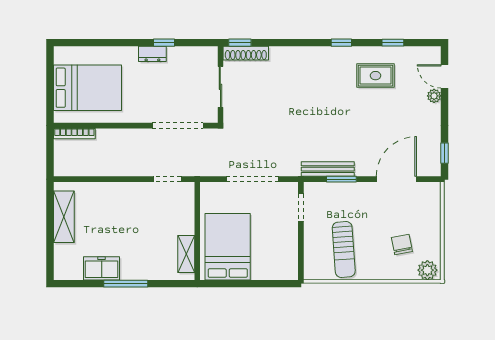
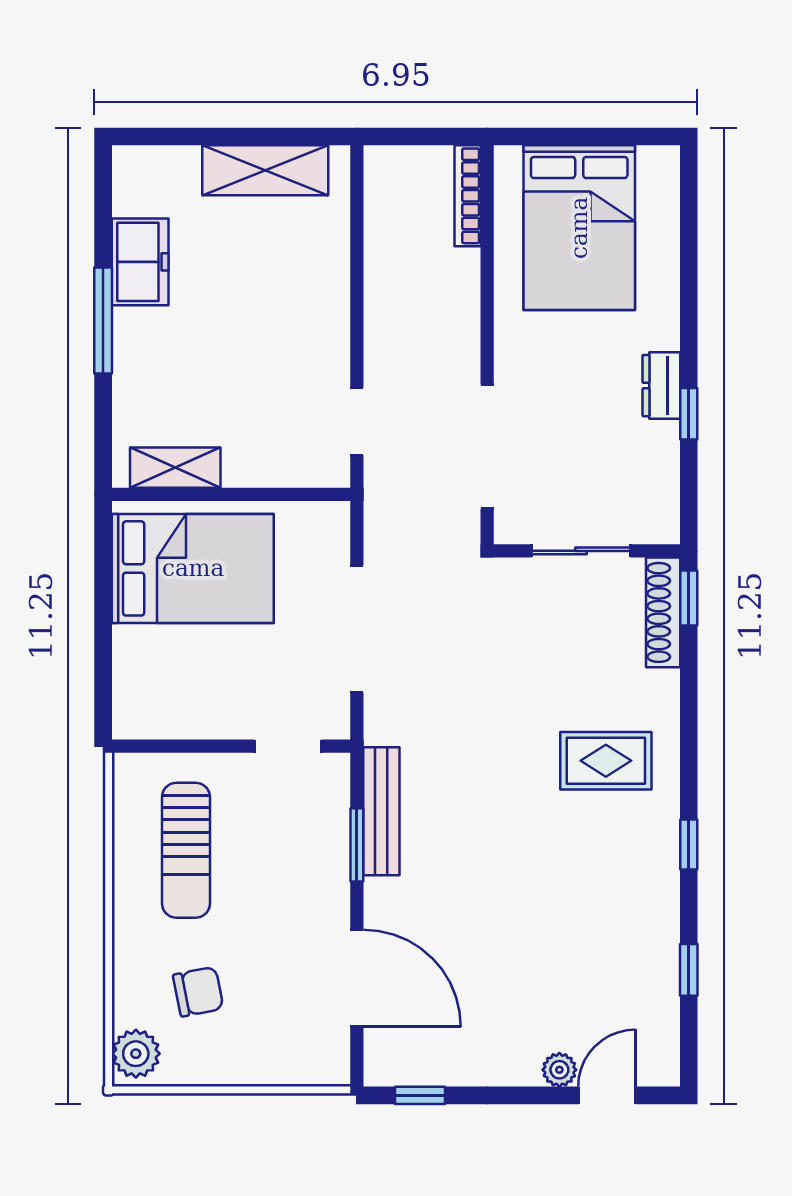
rug: (375, 76) -> (606, 761), moved, turned 90
sun lounger: (344, 250) -> (186, 850), turned -86

